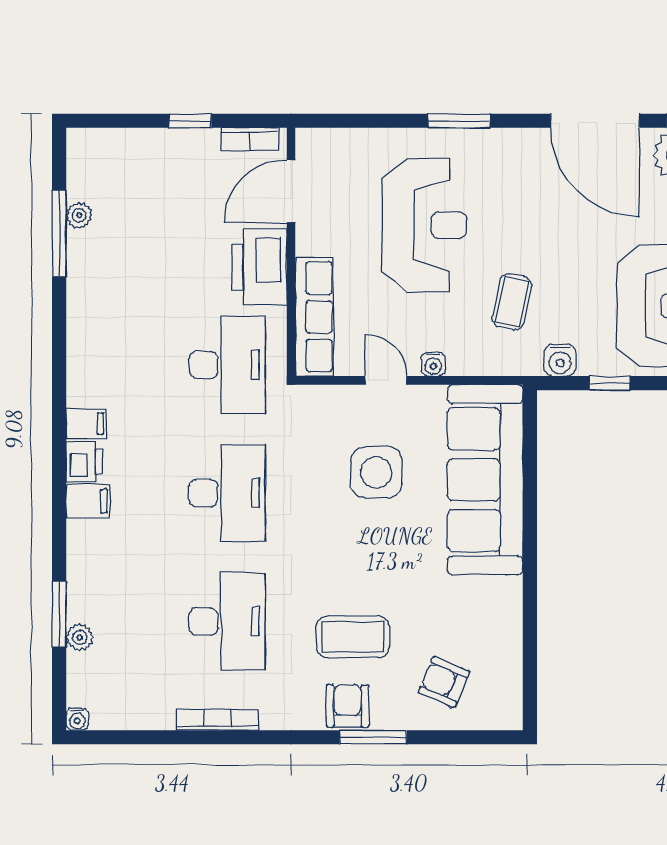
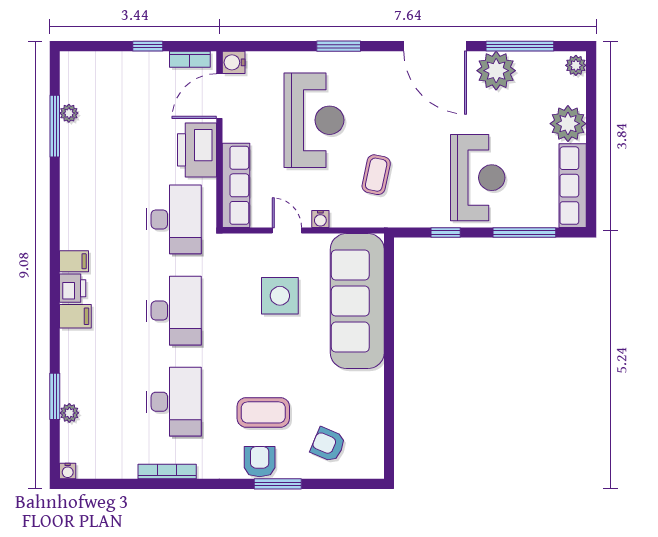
water cooler: (560, 360) -> (234, 62), moved, turned 90

